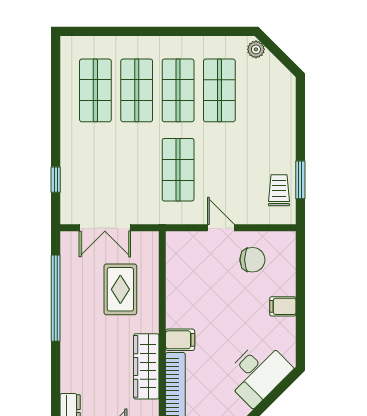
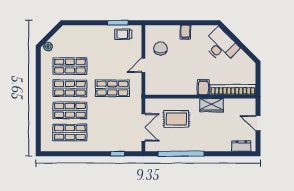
wardrobe: (146, 366) -> (212, 105), width x0.67

